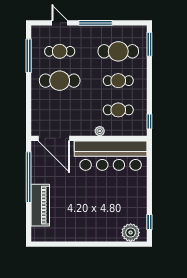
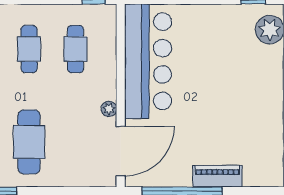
plant: (100, 131) -> (109, 109), moved
piano: (40, 205) -> (217, 176), width x0.73, depth x0.75

